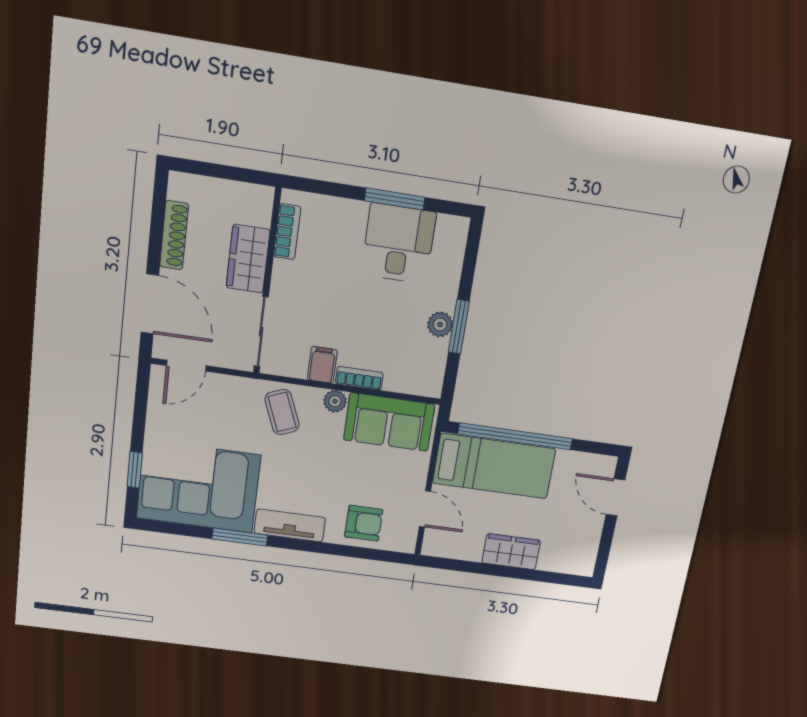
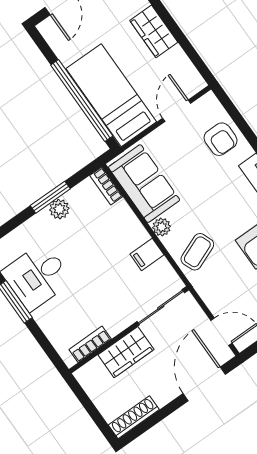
shoe rack: (174, 235) -> (134, 417), moved
bookcase: (359, 378) -> (106, 186), moved
armchair: (364, 523) -> (221, 139), turned 180

